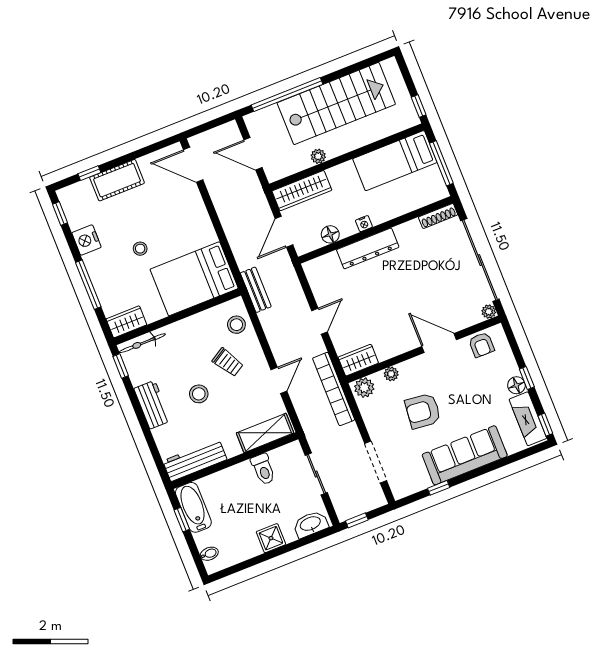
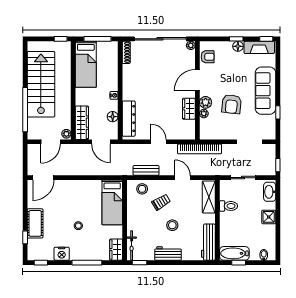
plant: (318, 156) -> (66, 134), moved
dresser: (368, 248) -> (129, 119), moved
bed: (194, 279) -> (112, 202), width x0.67
bench: (256, 290) -> (146, 170), moved
wardrobe: (358, 360) -> (189, 109), moved
plant: (364, 388) -> (206, 102), moved

